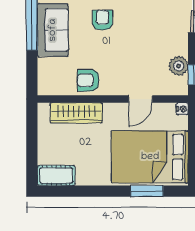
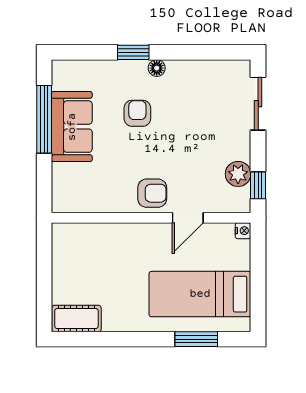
armchair: (88, 80) -> (152, 193), moved, turned 180
wardrobe: (76, 113) -> (103, 236), removed
bed: (150, 157) -> (200, 294), width x0.67

